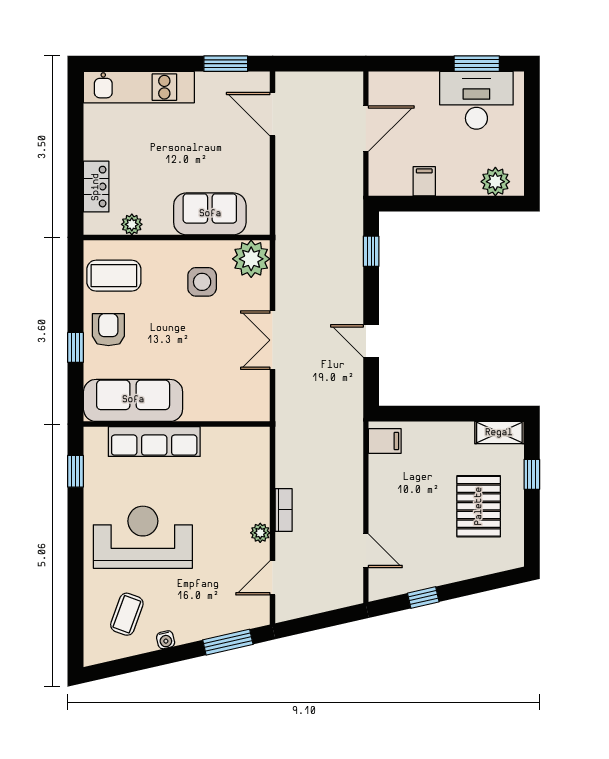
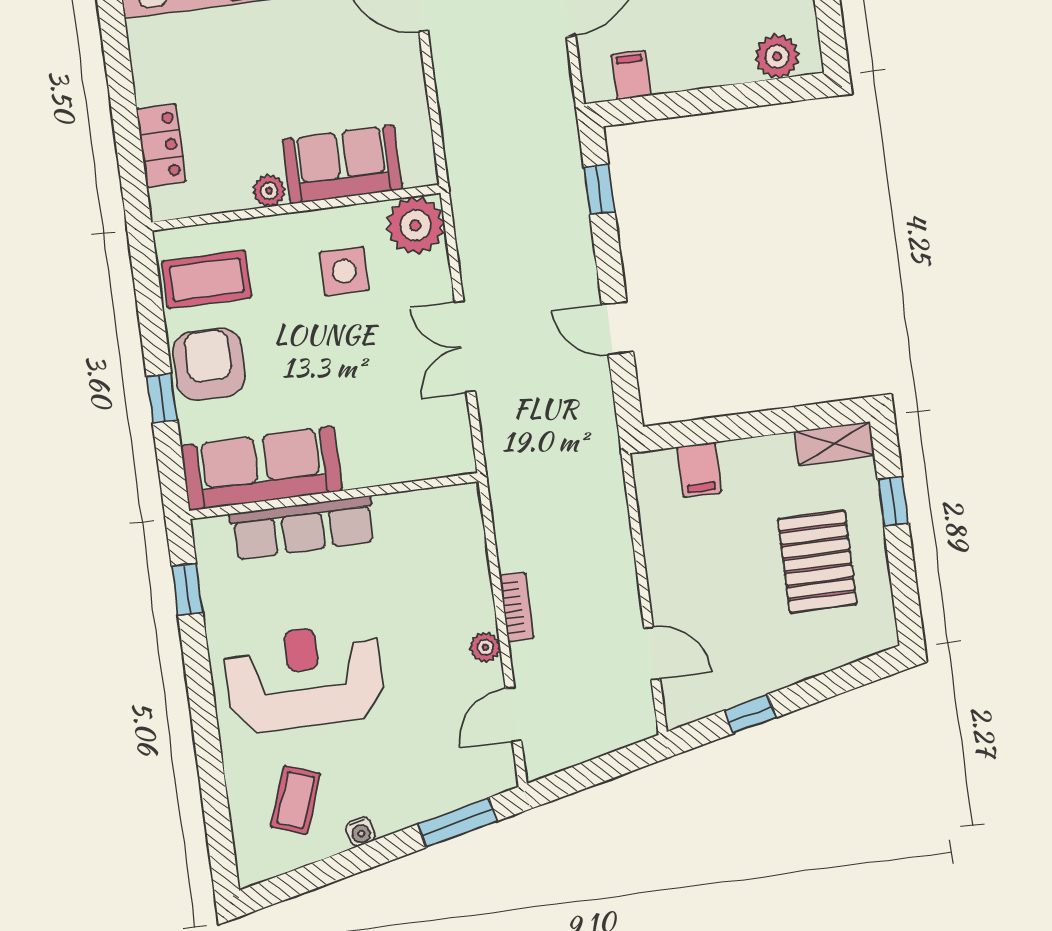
filing cabinet: (424, 181) -> (631, 75), moved
plant: (132, 224) -> (269, 191), moved
armchair: (108, 330) -> (209, 364), width x1.38, depth x1.38
filing cabinet: (385, 441) -> (699, 470), moved, turned 90

